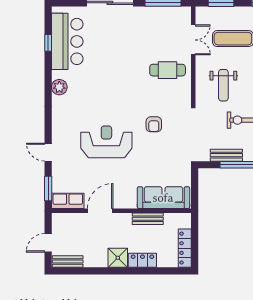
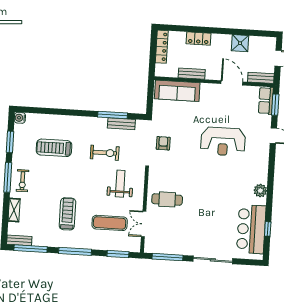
armchair: (154, 124) -> (163, 143), moved
row of seats: (68, 201) -> (266, 101), moved, turned 90
door: (100, 211) -> (232, 83), swing flipped
shower: (118, 258) -> (240, 43), moved
bench: (68, 262) -> (261, 78), moved

